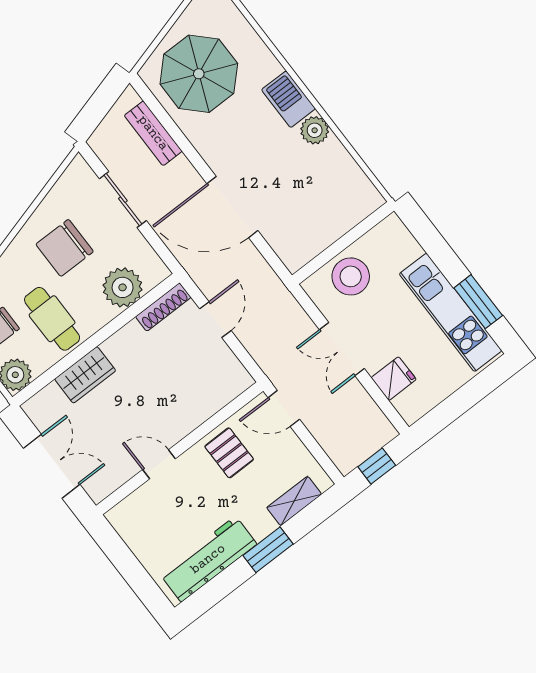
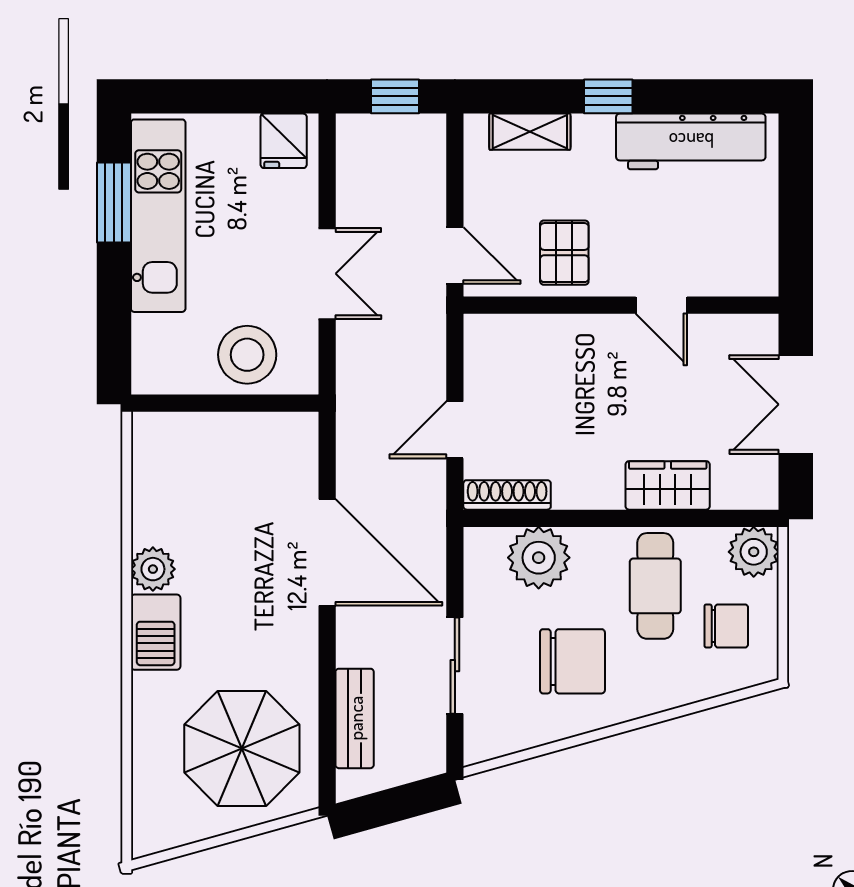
fridge: (394, 379) -> (284, 141), moved, turned -90
window: (268, 550) -> (608, 96), width x0.67

